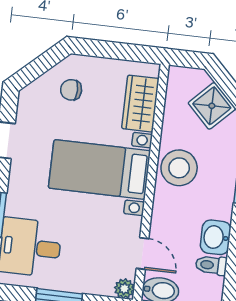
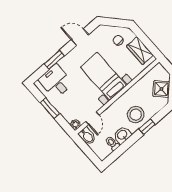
wardrobe: (140, 104) -> (140, 51), moved, turned -90
stool: (179, 168) -> (136, 115), moved

